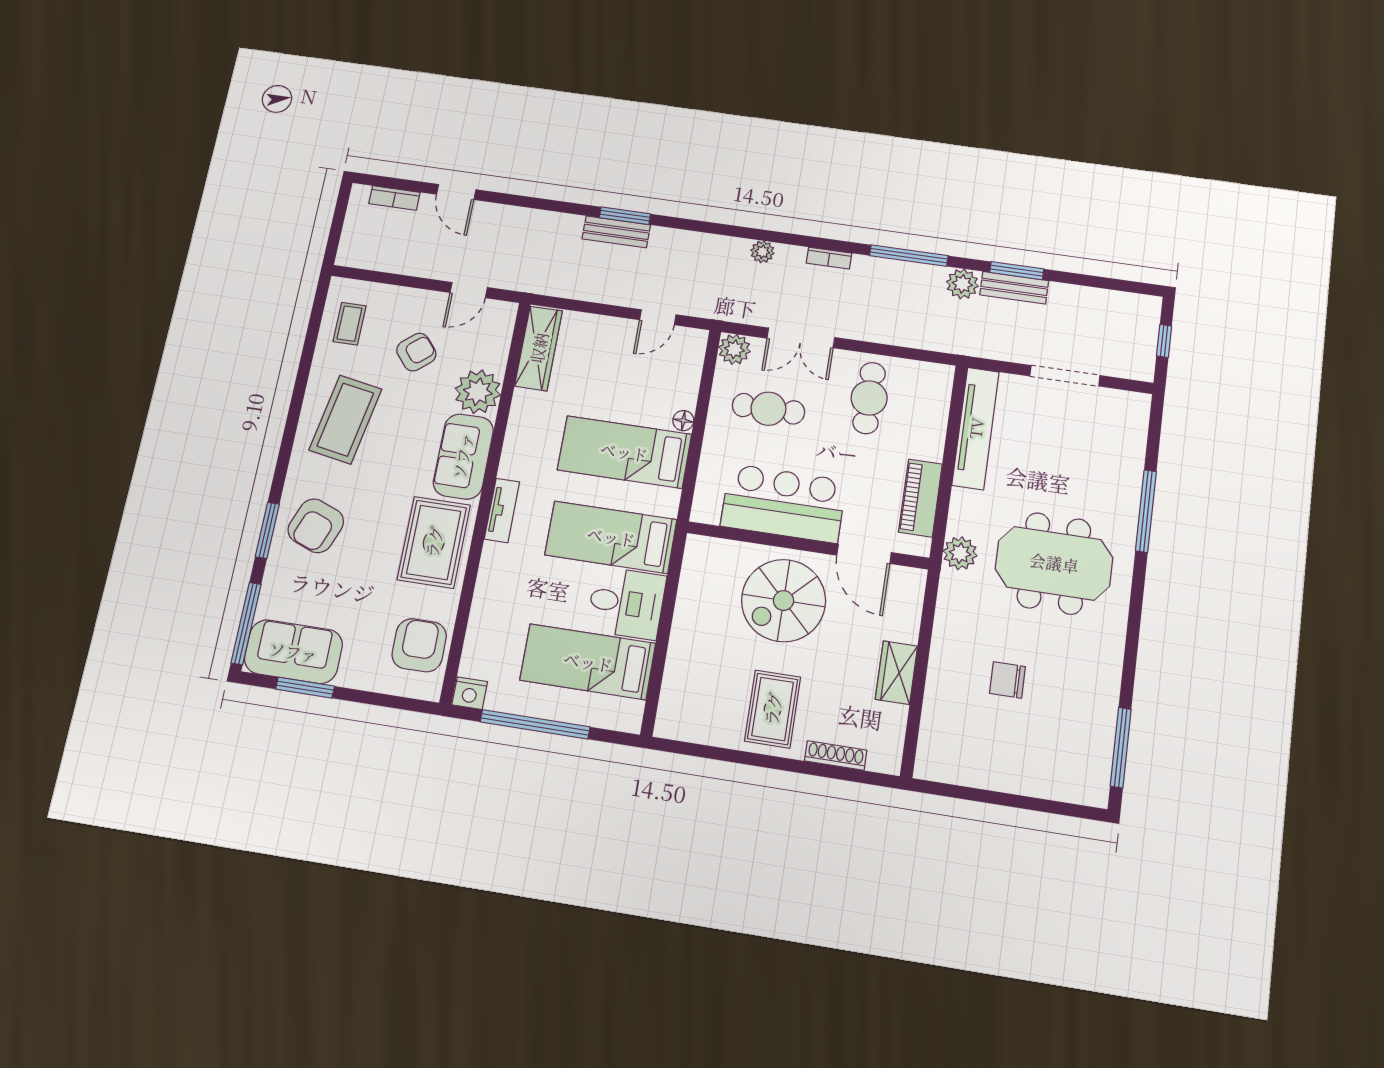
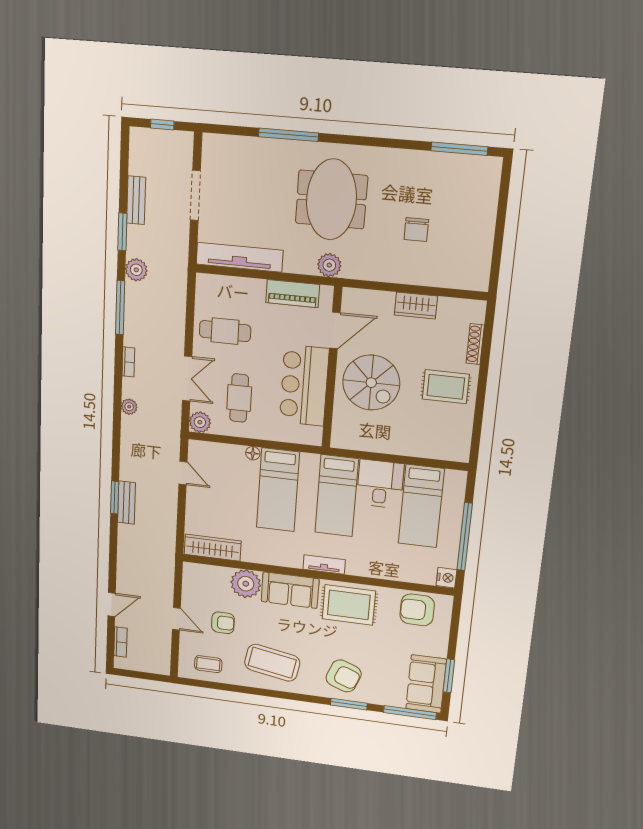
bench: (1014, 288) -> (136, 200), moved
door: (469, 290) -> (176, 619), moved
armchair: (416, 352) -> (223, 623), turned 130

